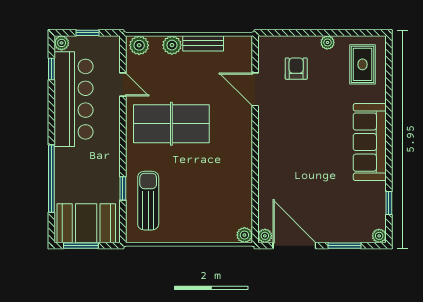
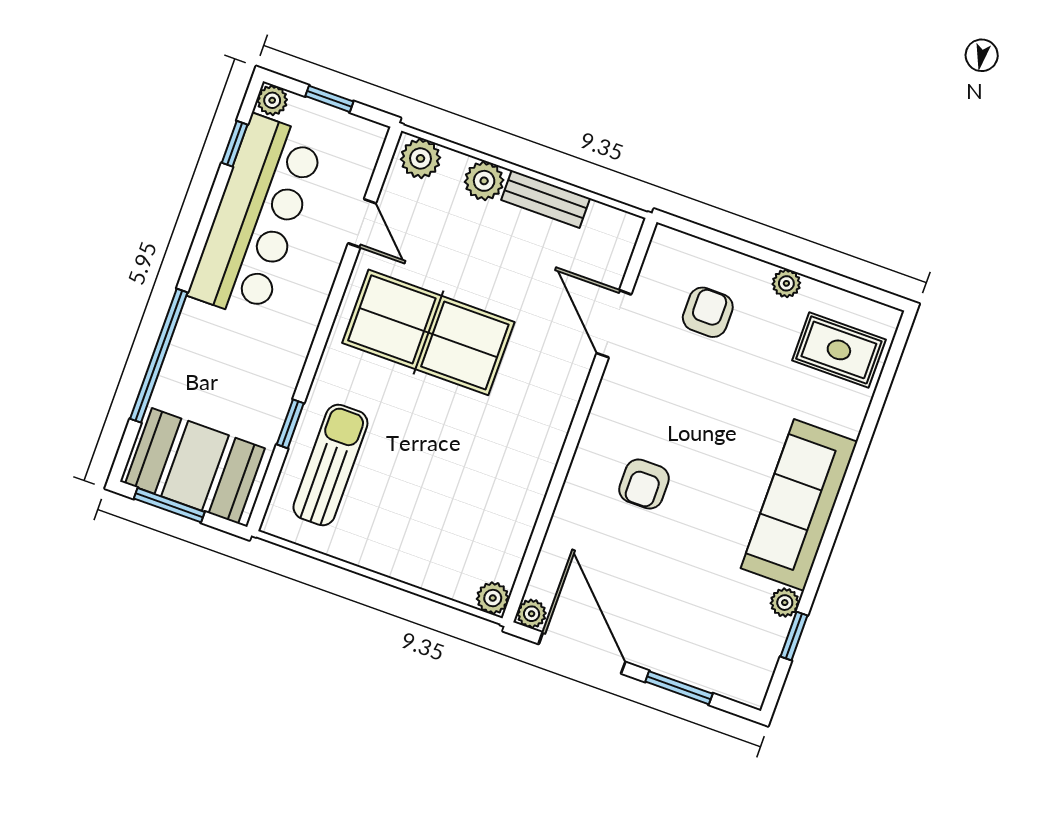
rug: (362, 64) -> (839, 350), turned 90
armchair: (295, 158) -> (644, 484), added
plant: (379, 236) -> (785, 603), moved

